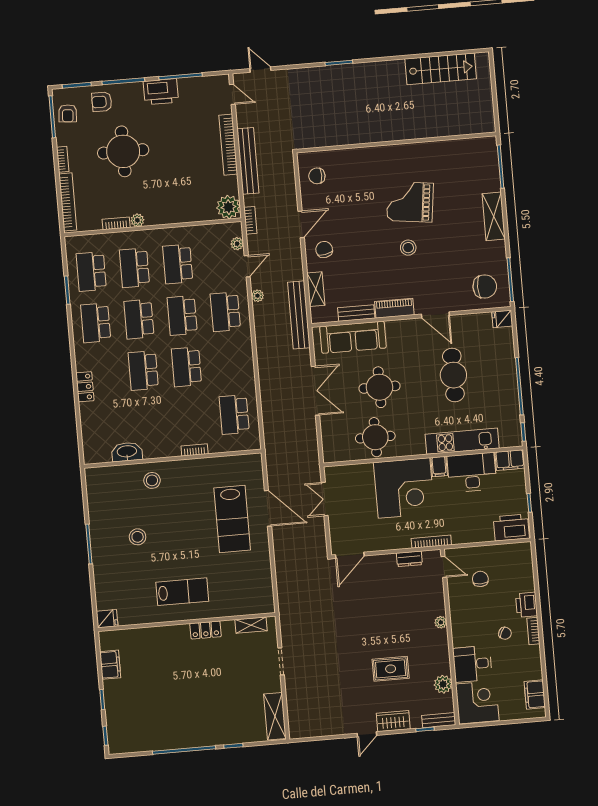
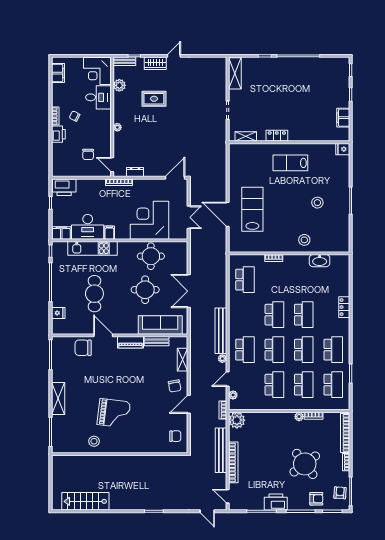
round table: (123, 151) -> (305, 464), turned -37
stool: (408, 248) -> (94, 441), moved
chair: (485, 286) -> (83, 348), moved
bench: (299, 315) -> (221, 331), moved
fridge: (502, 319) -> (58, 313), moved
corner desk: (404, 488) -> (149, 220), moved

